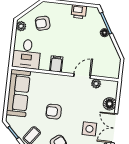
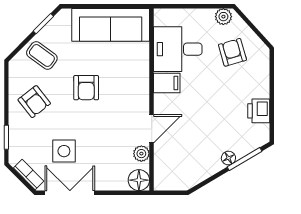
desk: (27, 54) -> (178, 49), moved
door: (82, 76) -> (152, 129), hinge flipped
floor lamp: (110, 104) -> (139, 180), moved
armchair: (54, 112) -> (86, 88), turned 180

